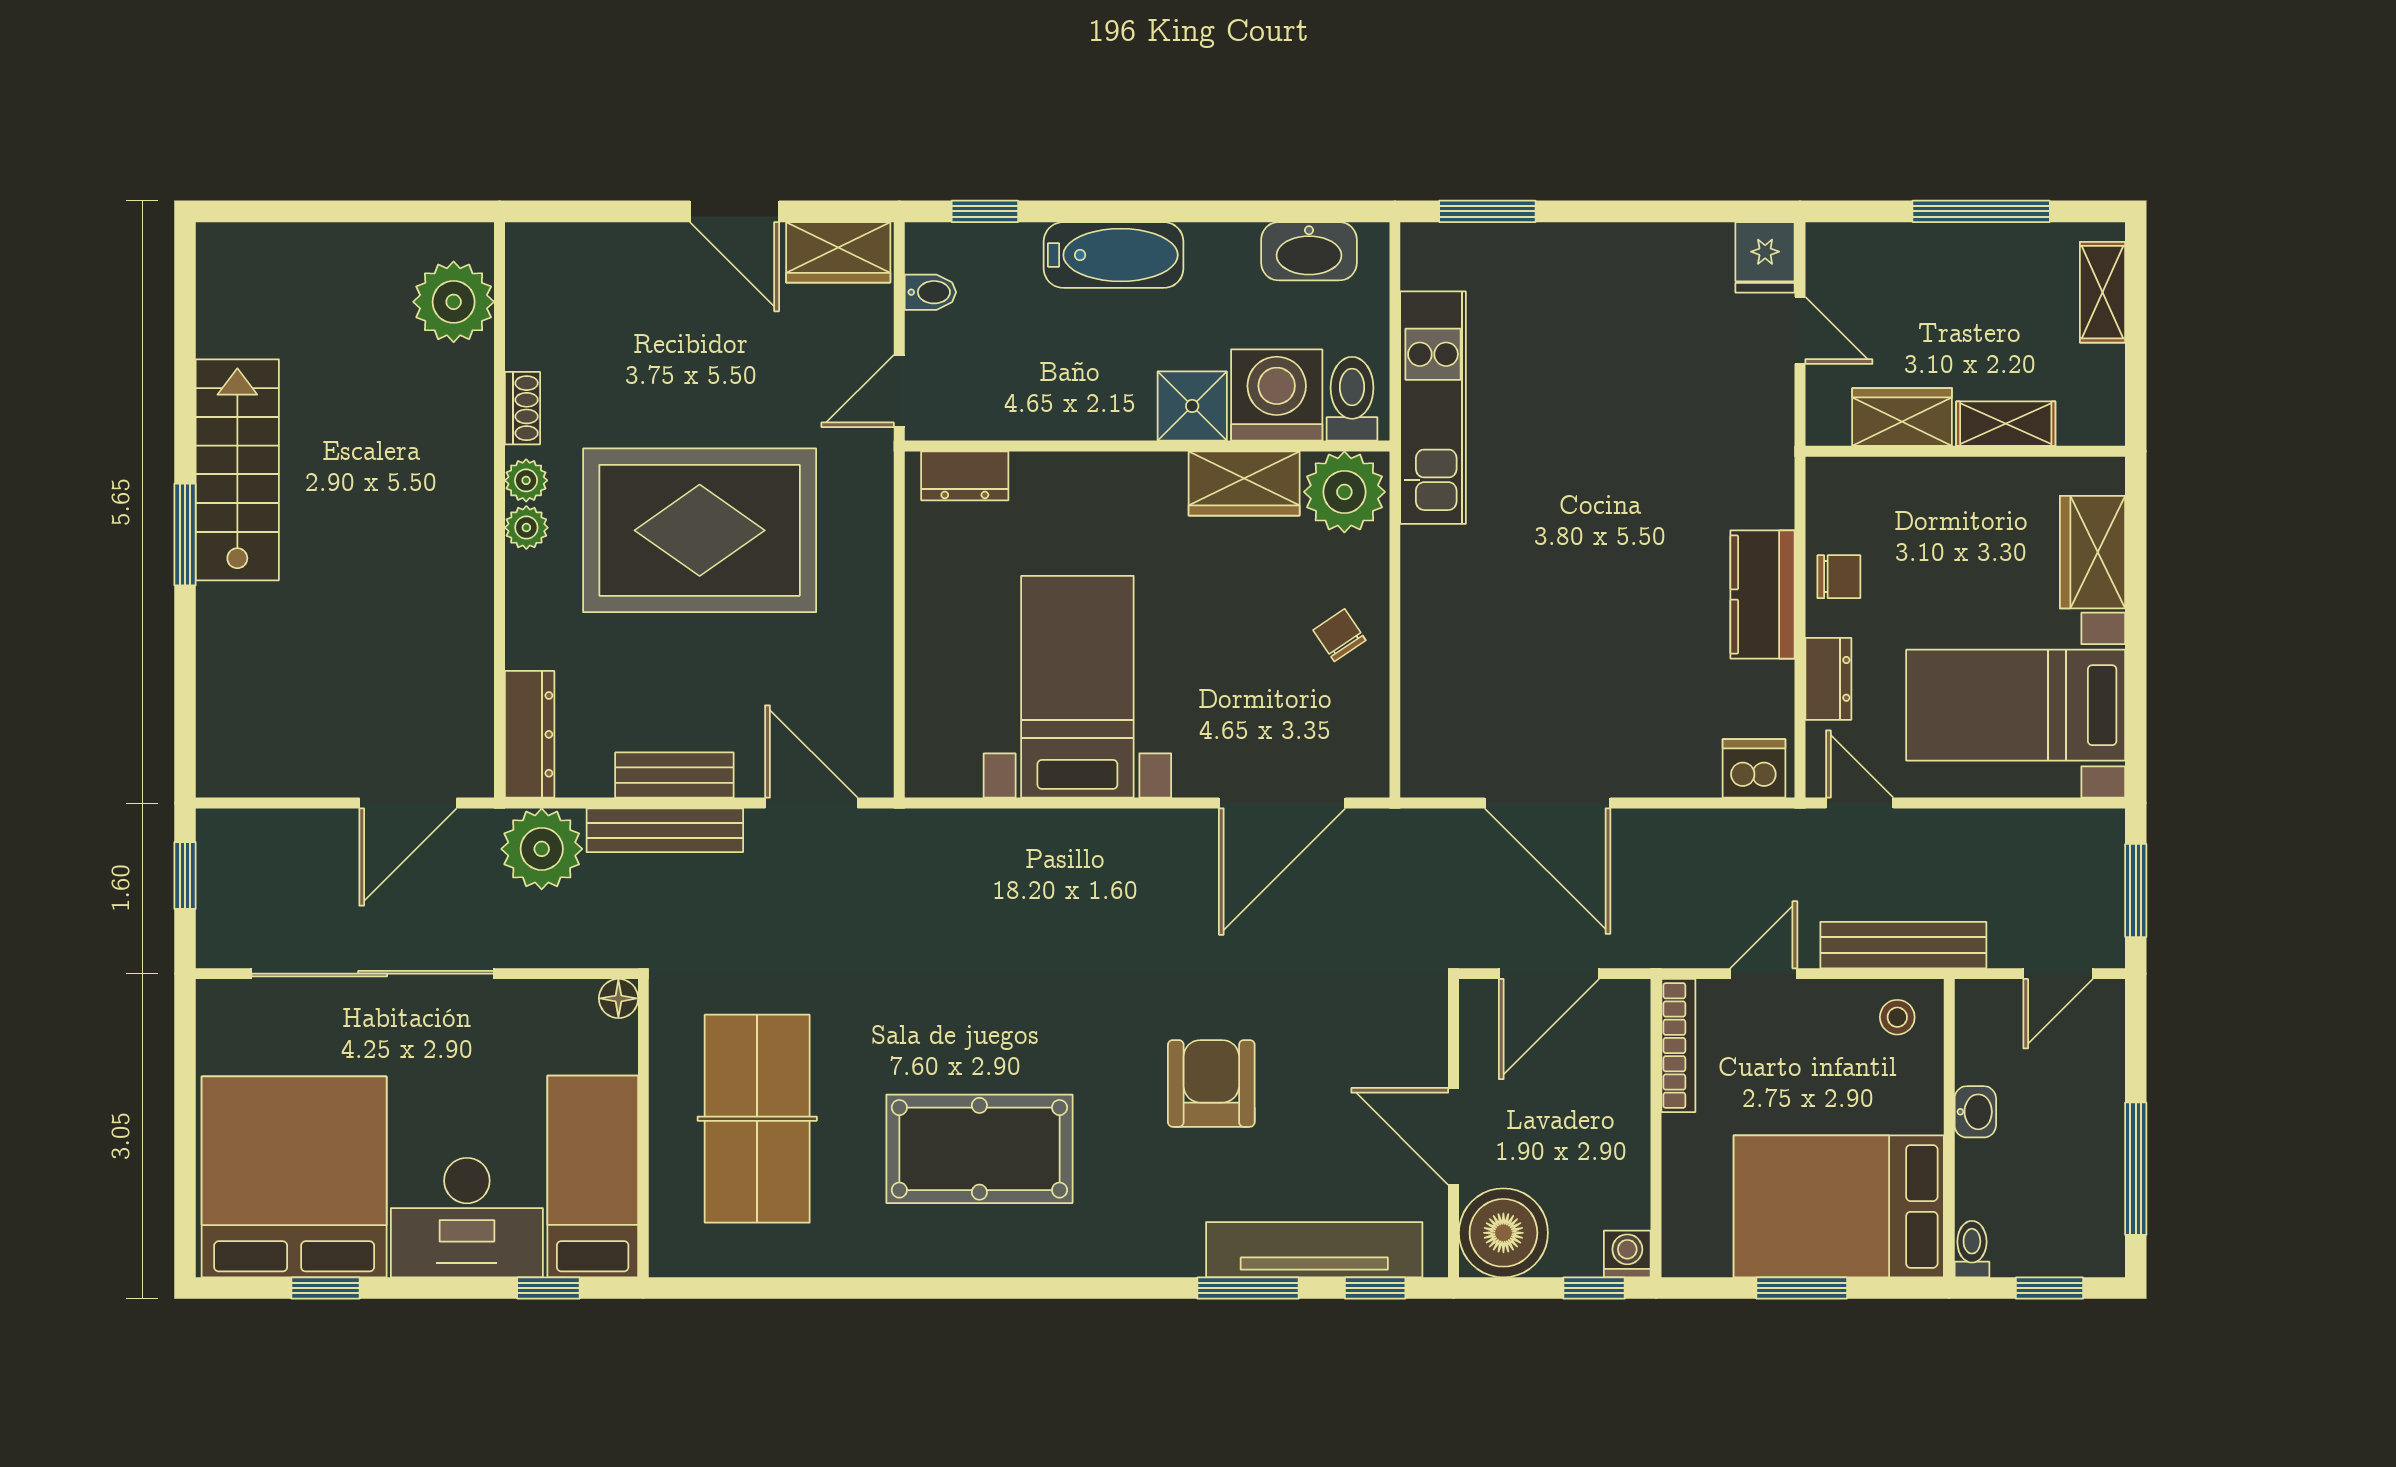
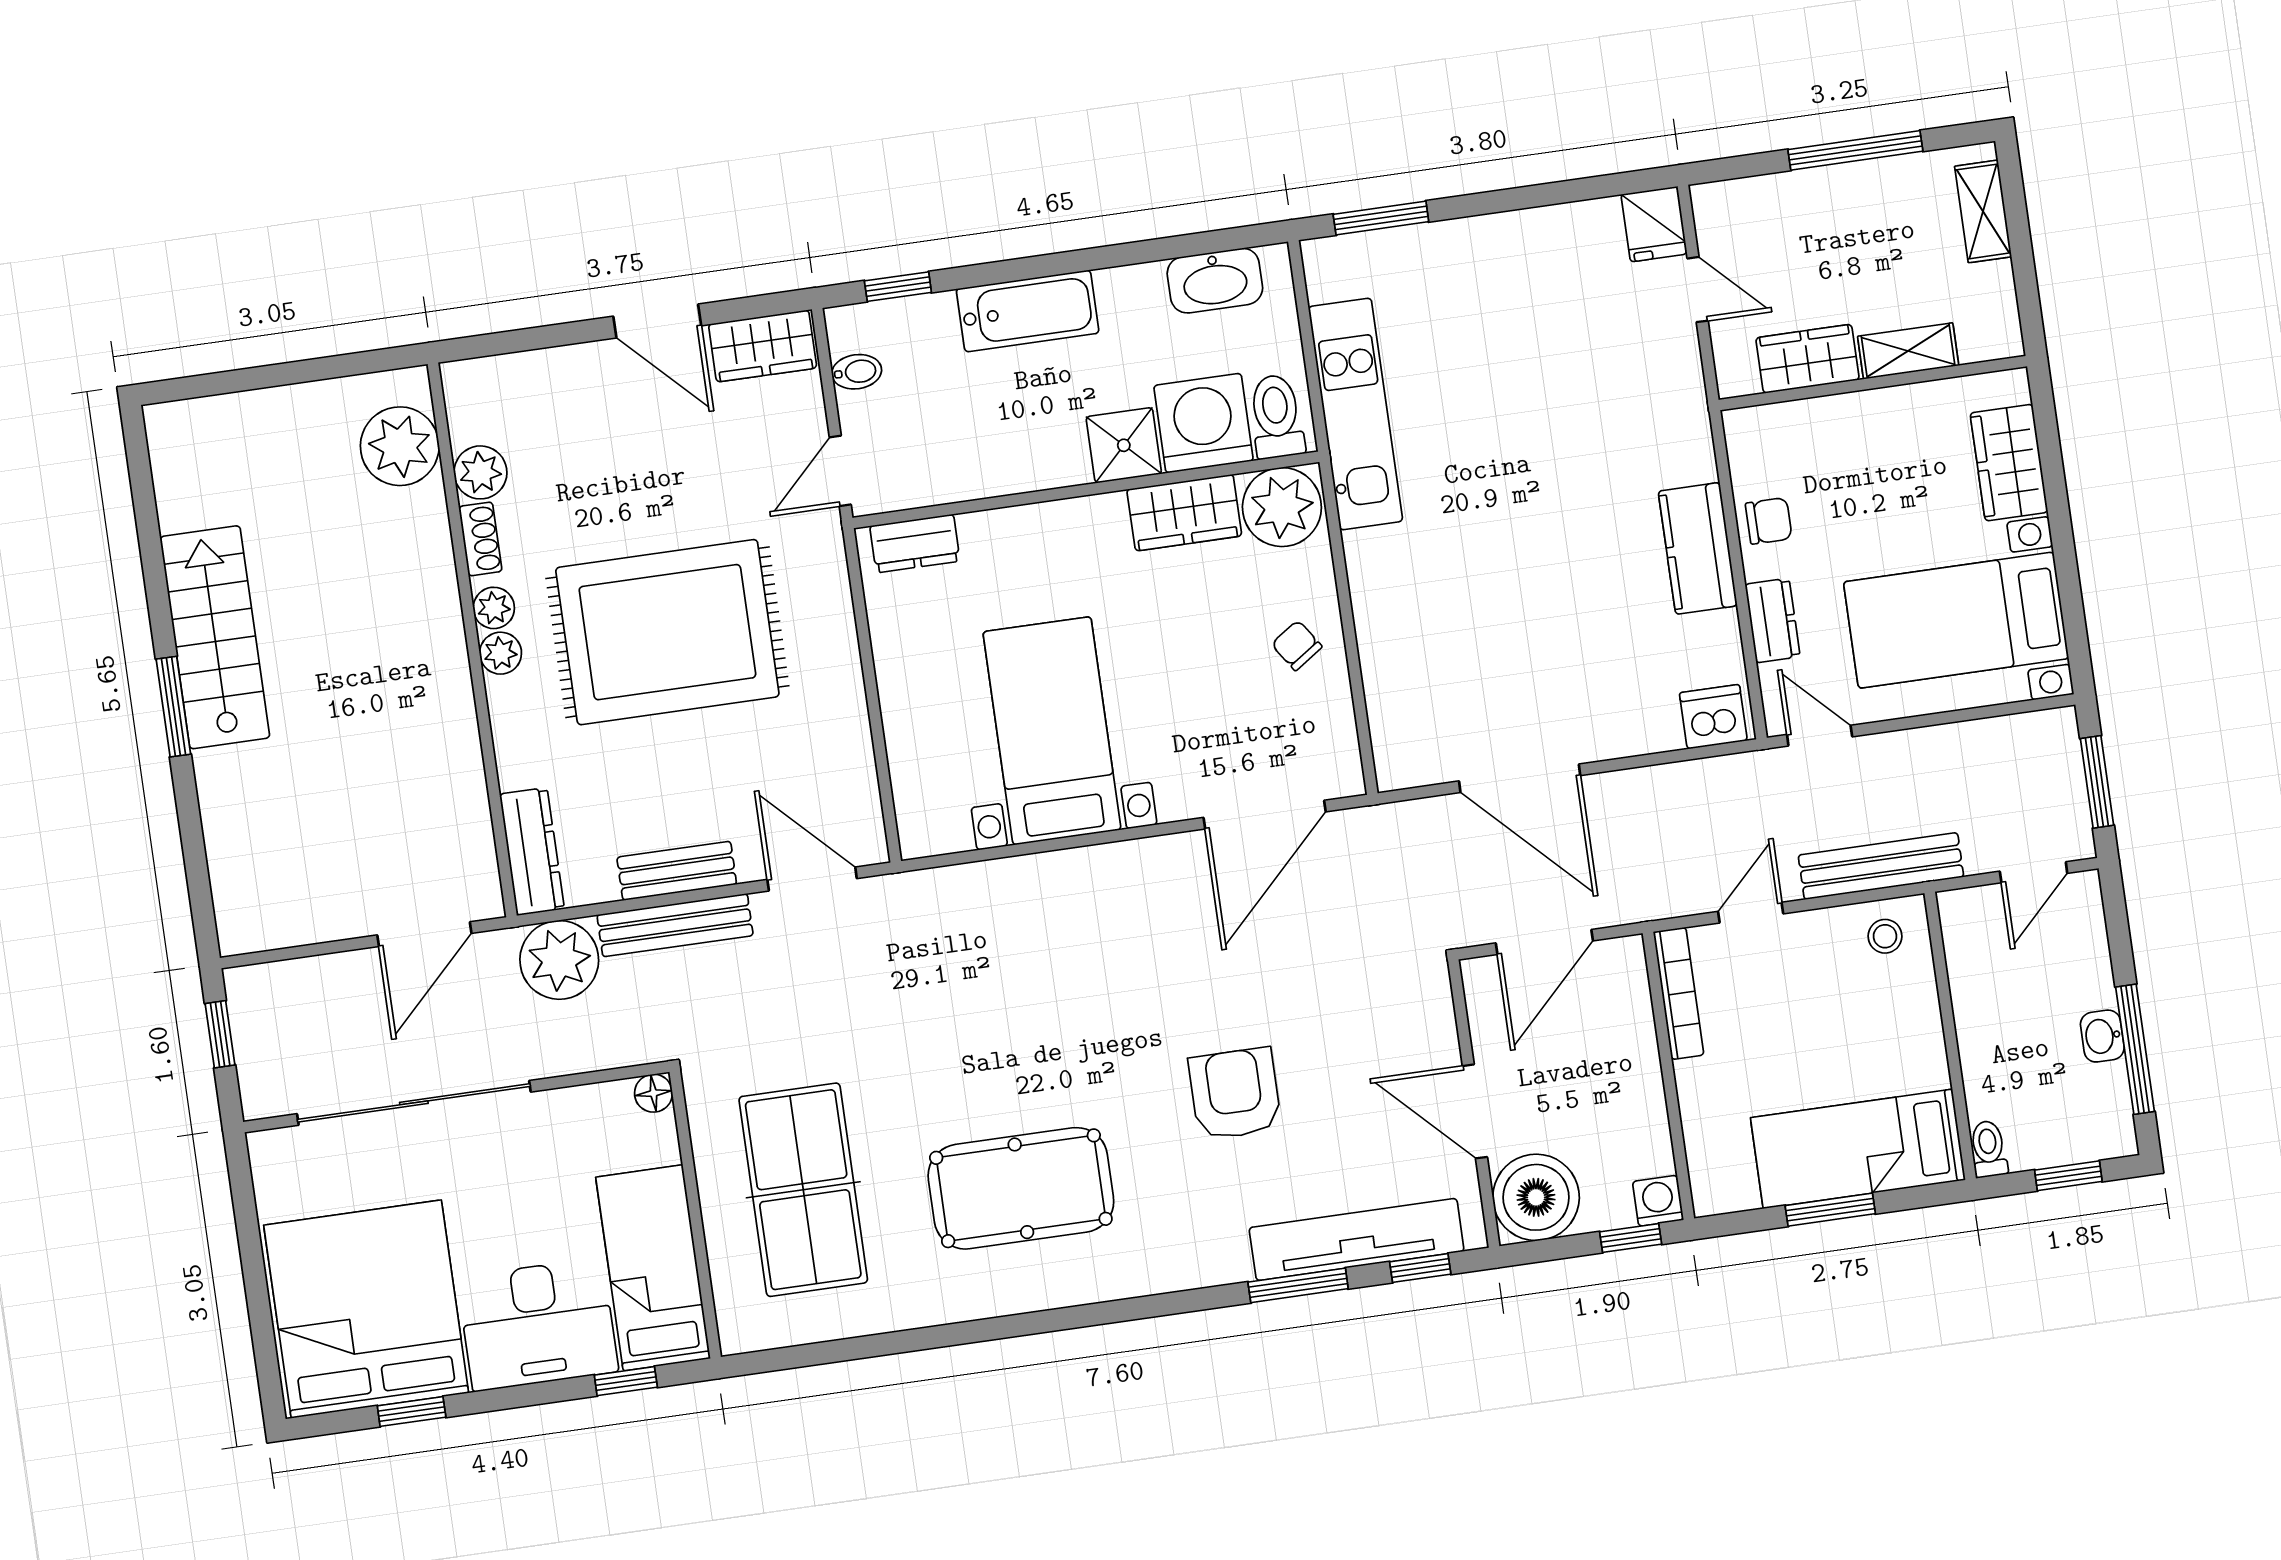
plant: (532, 340) -> (480, 472), added
washbasin: (1975, 1112) -> (2102, 1036), moved, turned 180
bed: (1839, 1206) -> (1858, 1149), width x0.67

